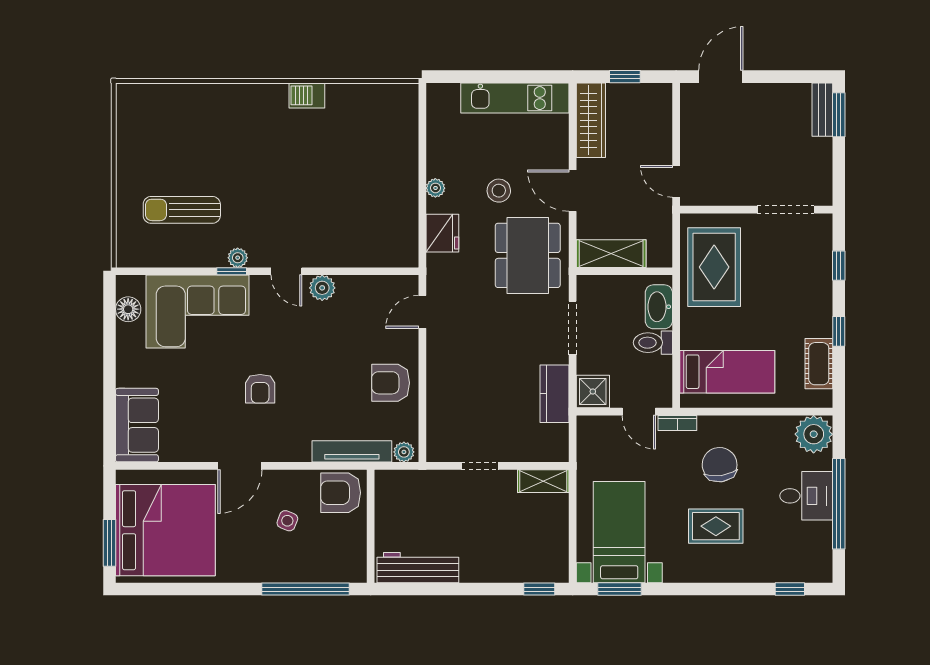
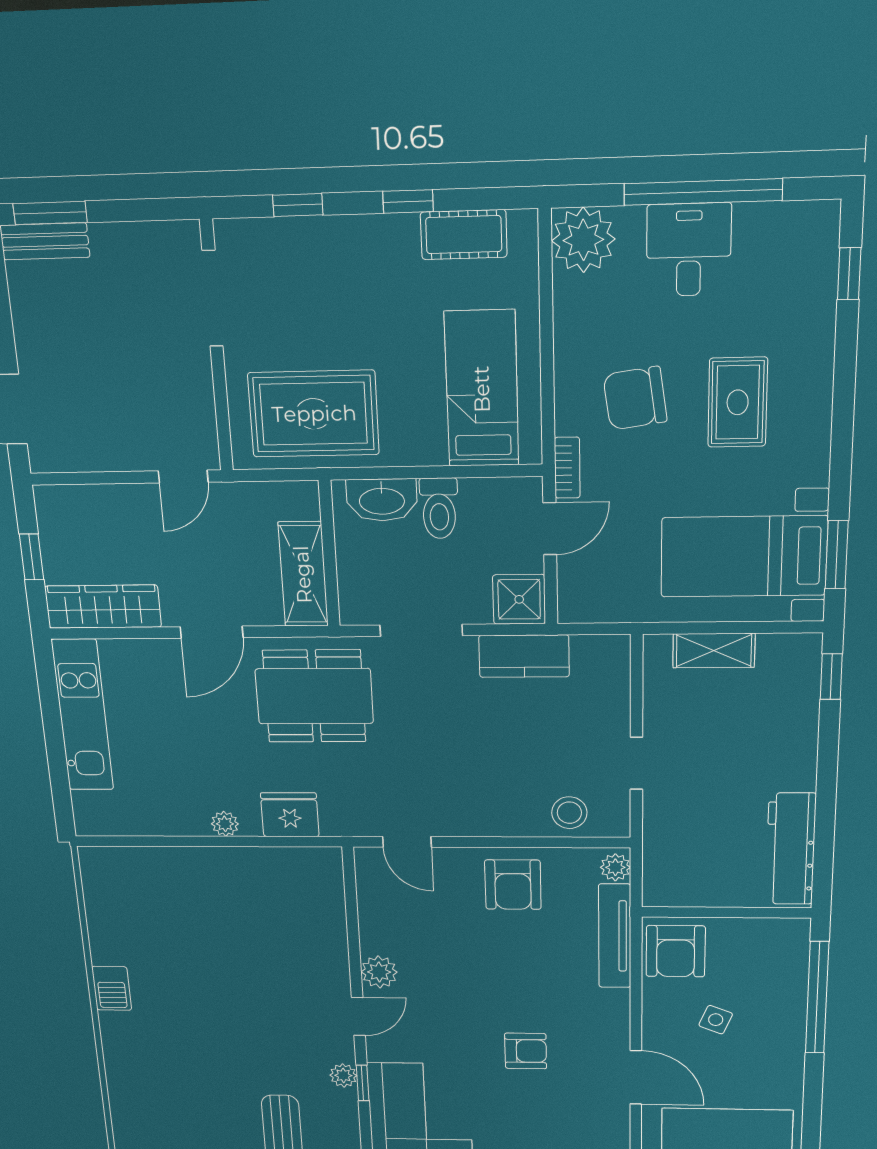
stool: (499, 191) -> (569, 813), moved
shelving: (543, 481) -> (714, 651), moved, turned 90

